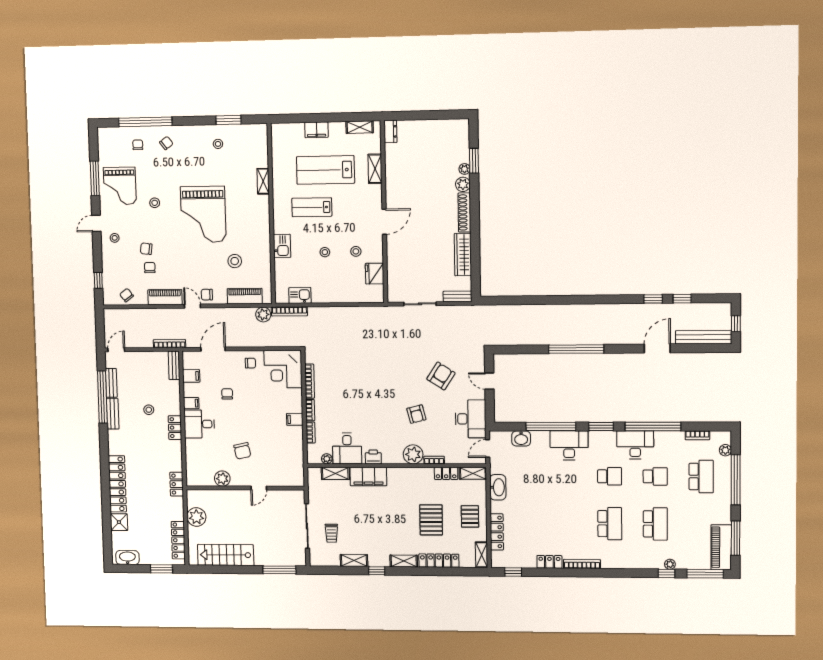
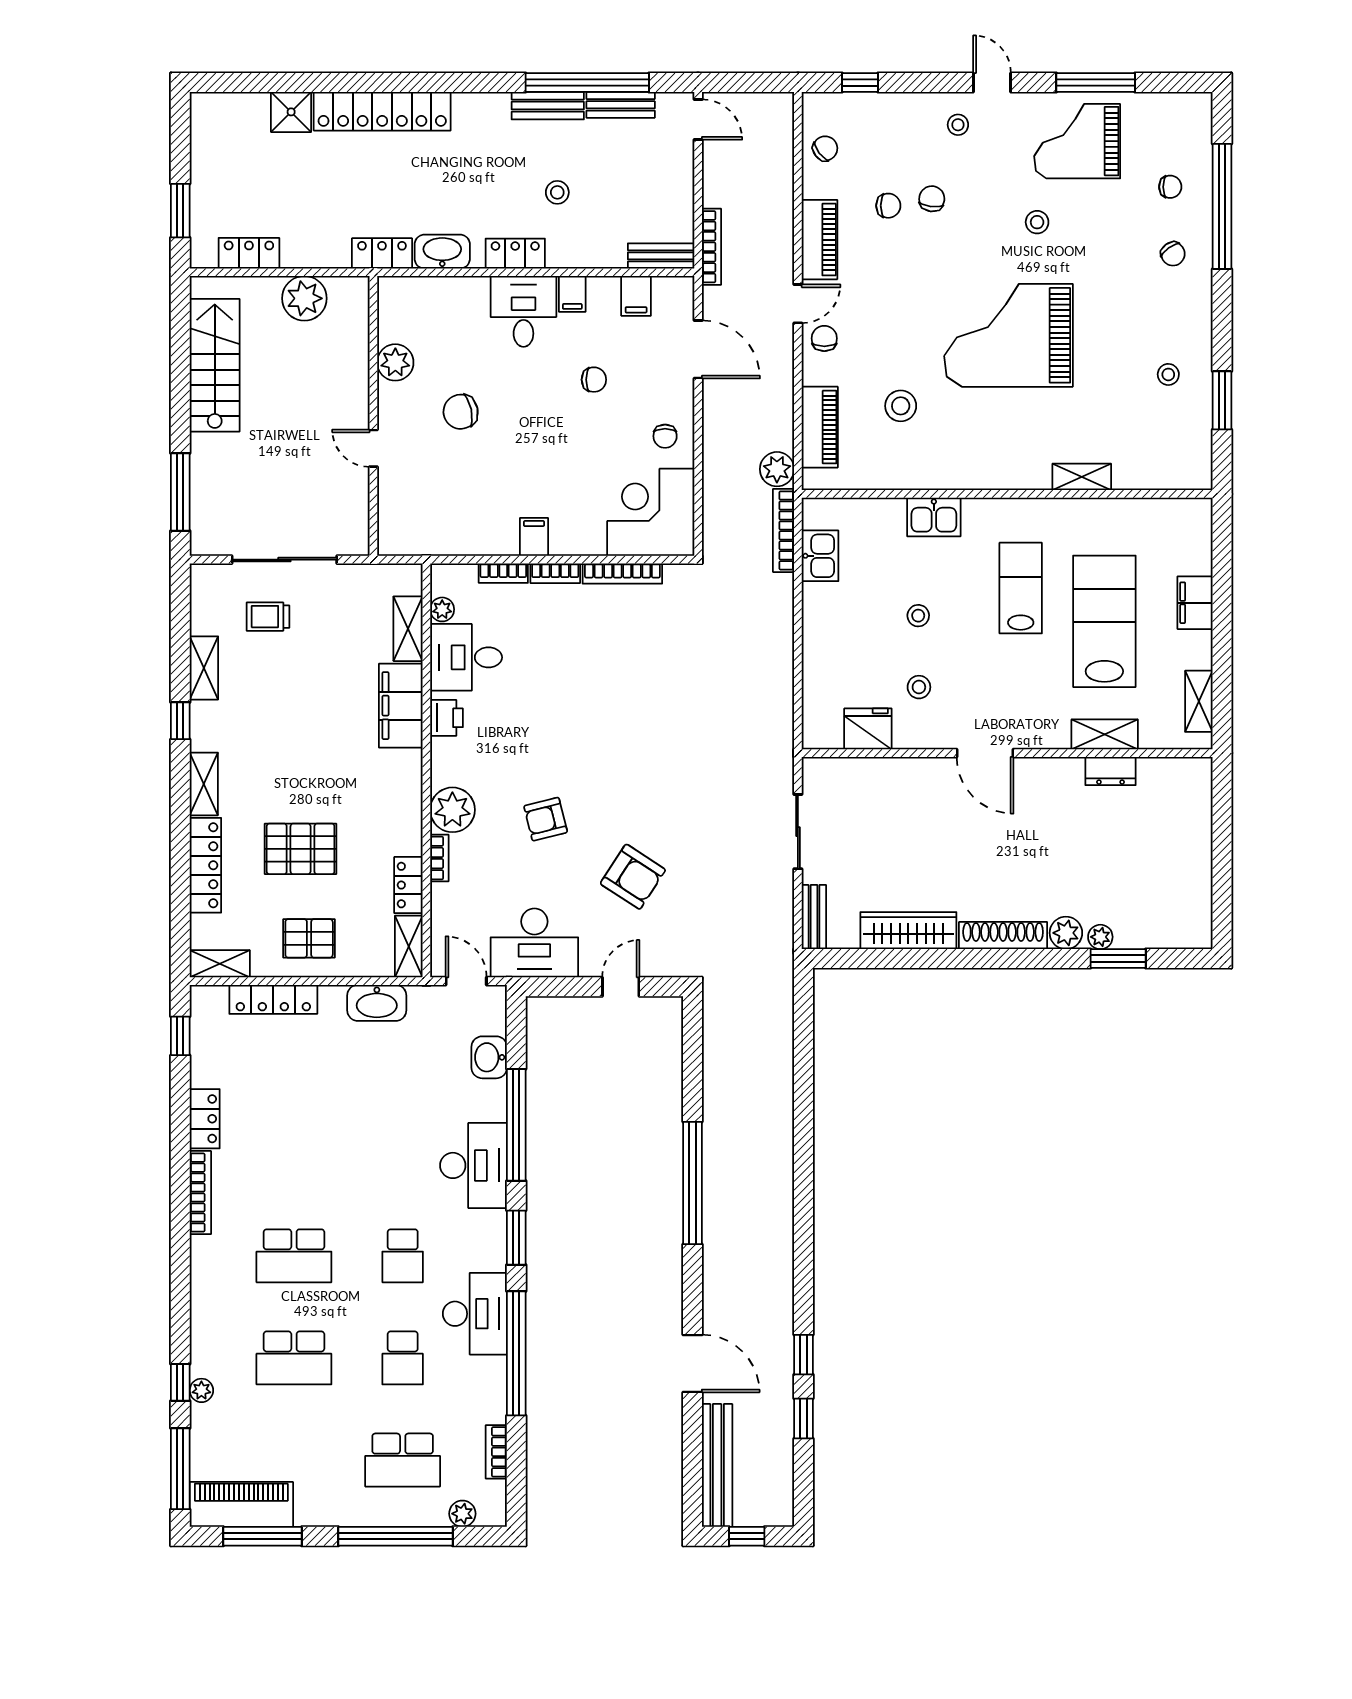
dresser: (390, 132) -> (1111, 771), moved
locker: (178, 540) -> (249, 253), width x0.66
washbasin: (127, 558) -> (442, 252), moved, turned -90

